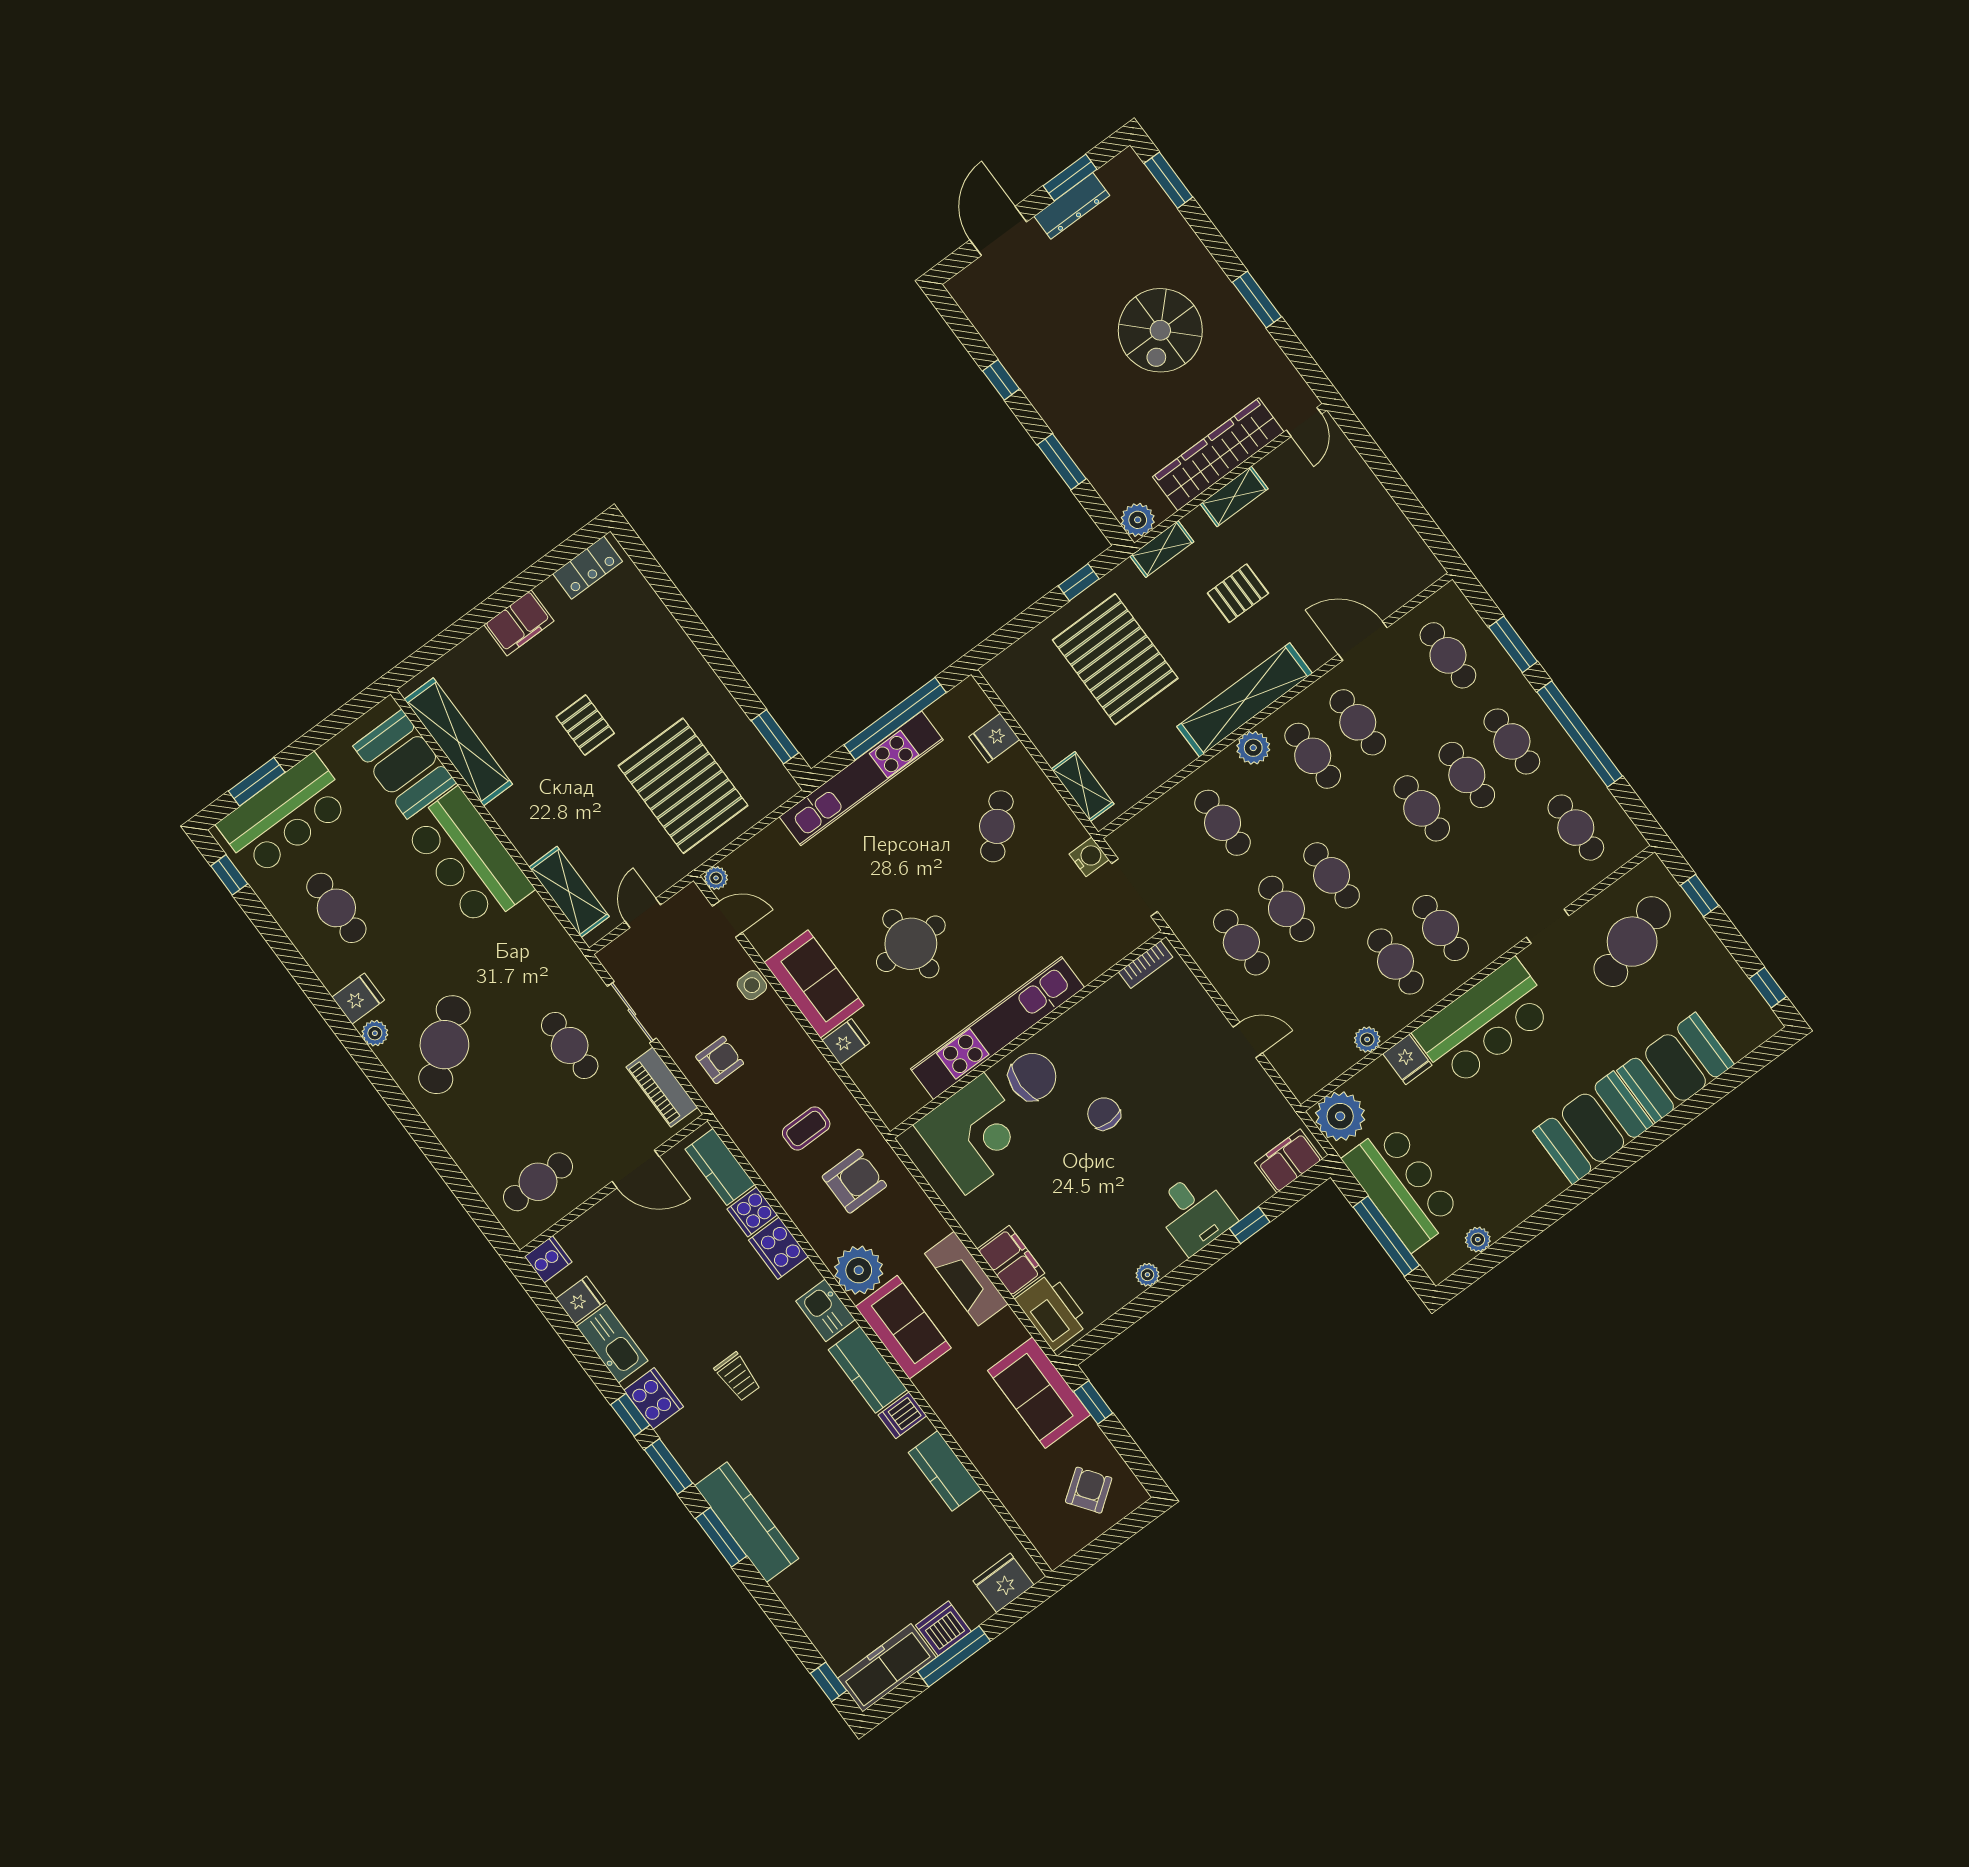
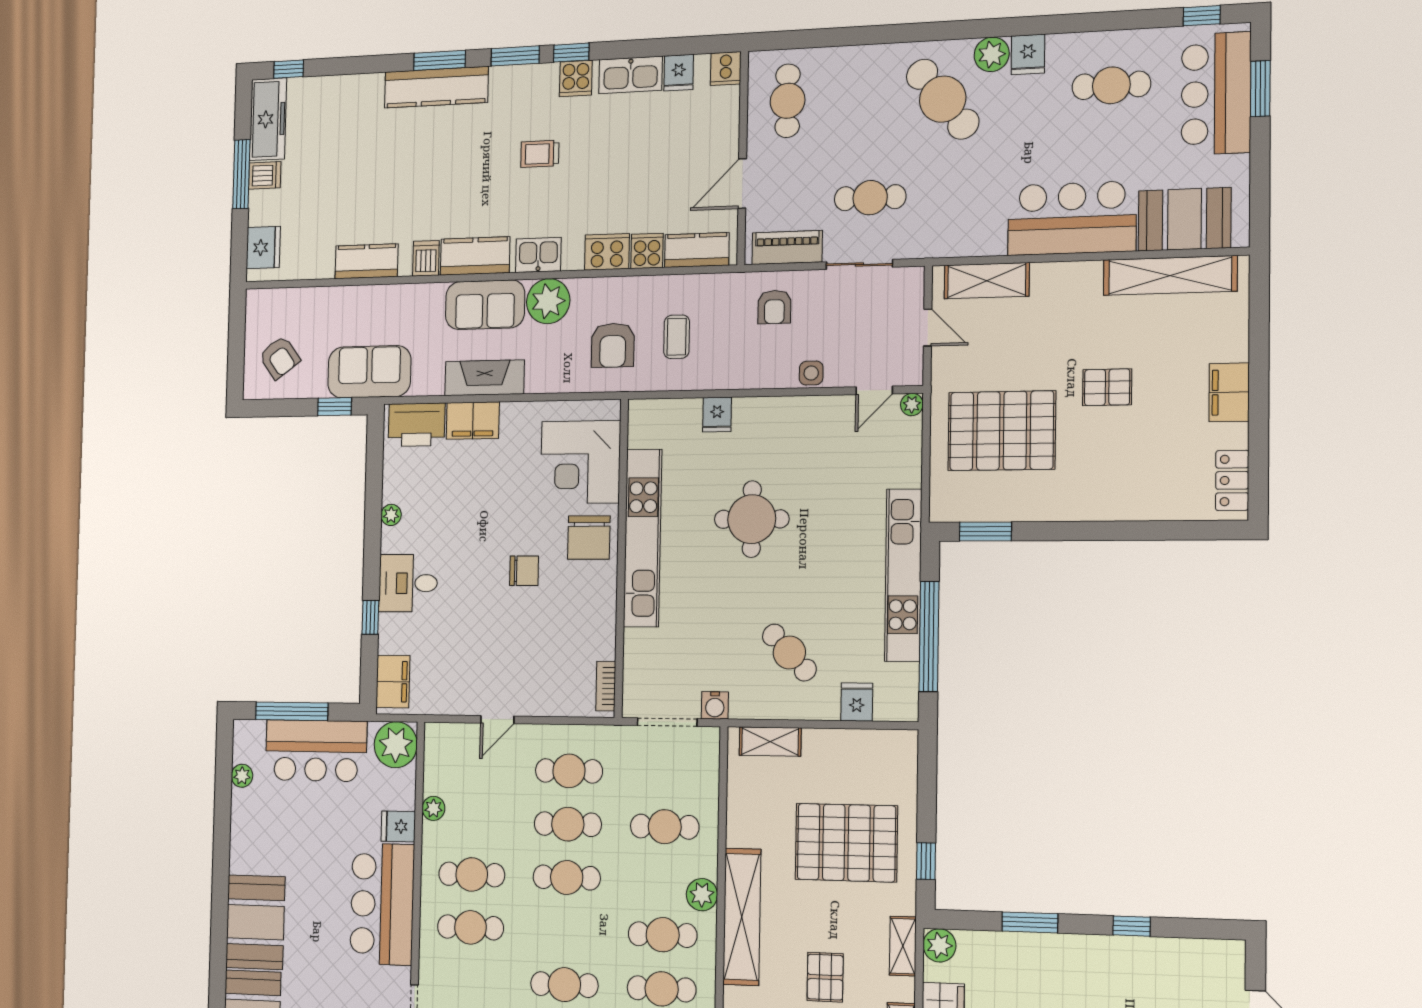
sofa: (814, 984) -> (777, 422), removed
plant: (375, 1033) -> (992, 54), width x1.38, depth x1.38
cooker: (654, 1399) -> (576, 78), width x0.73
dishwasher: (943, 1628) -> (265, 175), width x0.73

